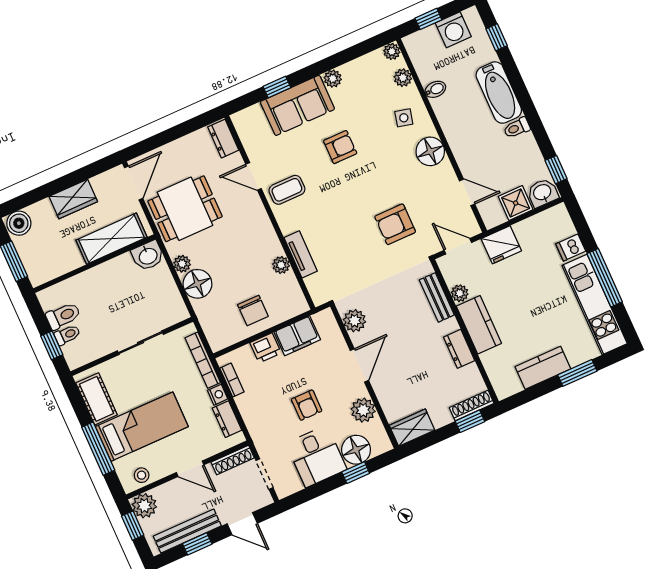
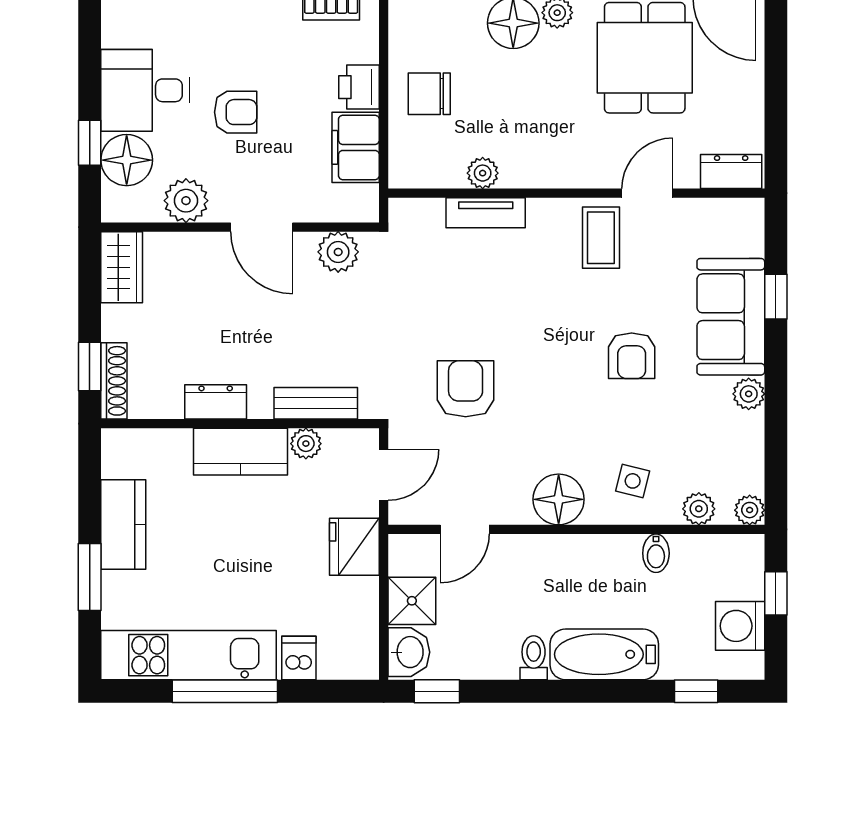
armchair: (307, 405) -> (236, 112), turned 180

